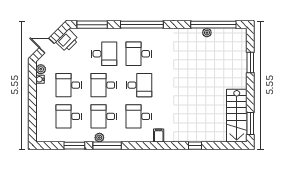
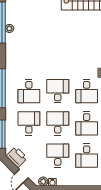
desk: (69, 85) -> (58, 156), turned 180
desk: (104, 85) -> (58, 123), turned 180

